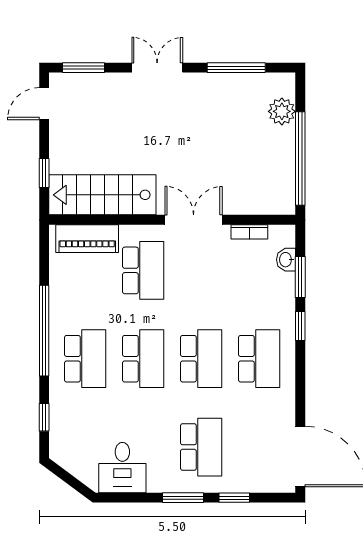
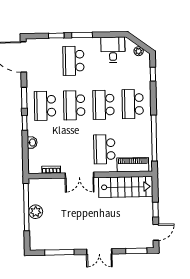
plant: (282, 111) -> (36, 212), moved
window: (44, 173) -> (155, 210), moved
washbasin: (286, 260) -> (32, 142), moved
window: (300, 277) -> (24, 98), moved
window: (44, 331) -> (154, 138), moved
plant: (72, 464) -> (139, 51), added

